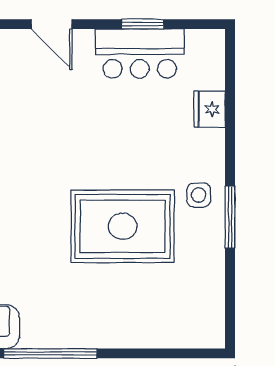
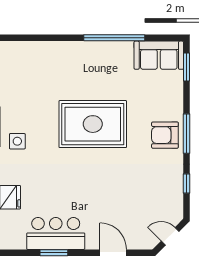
rug: (123, 226) -> (93, 124), moved

